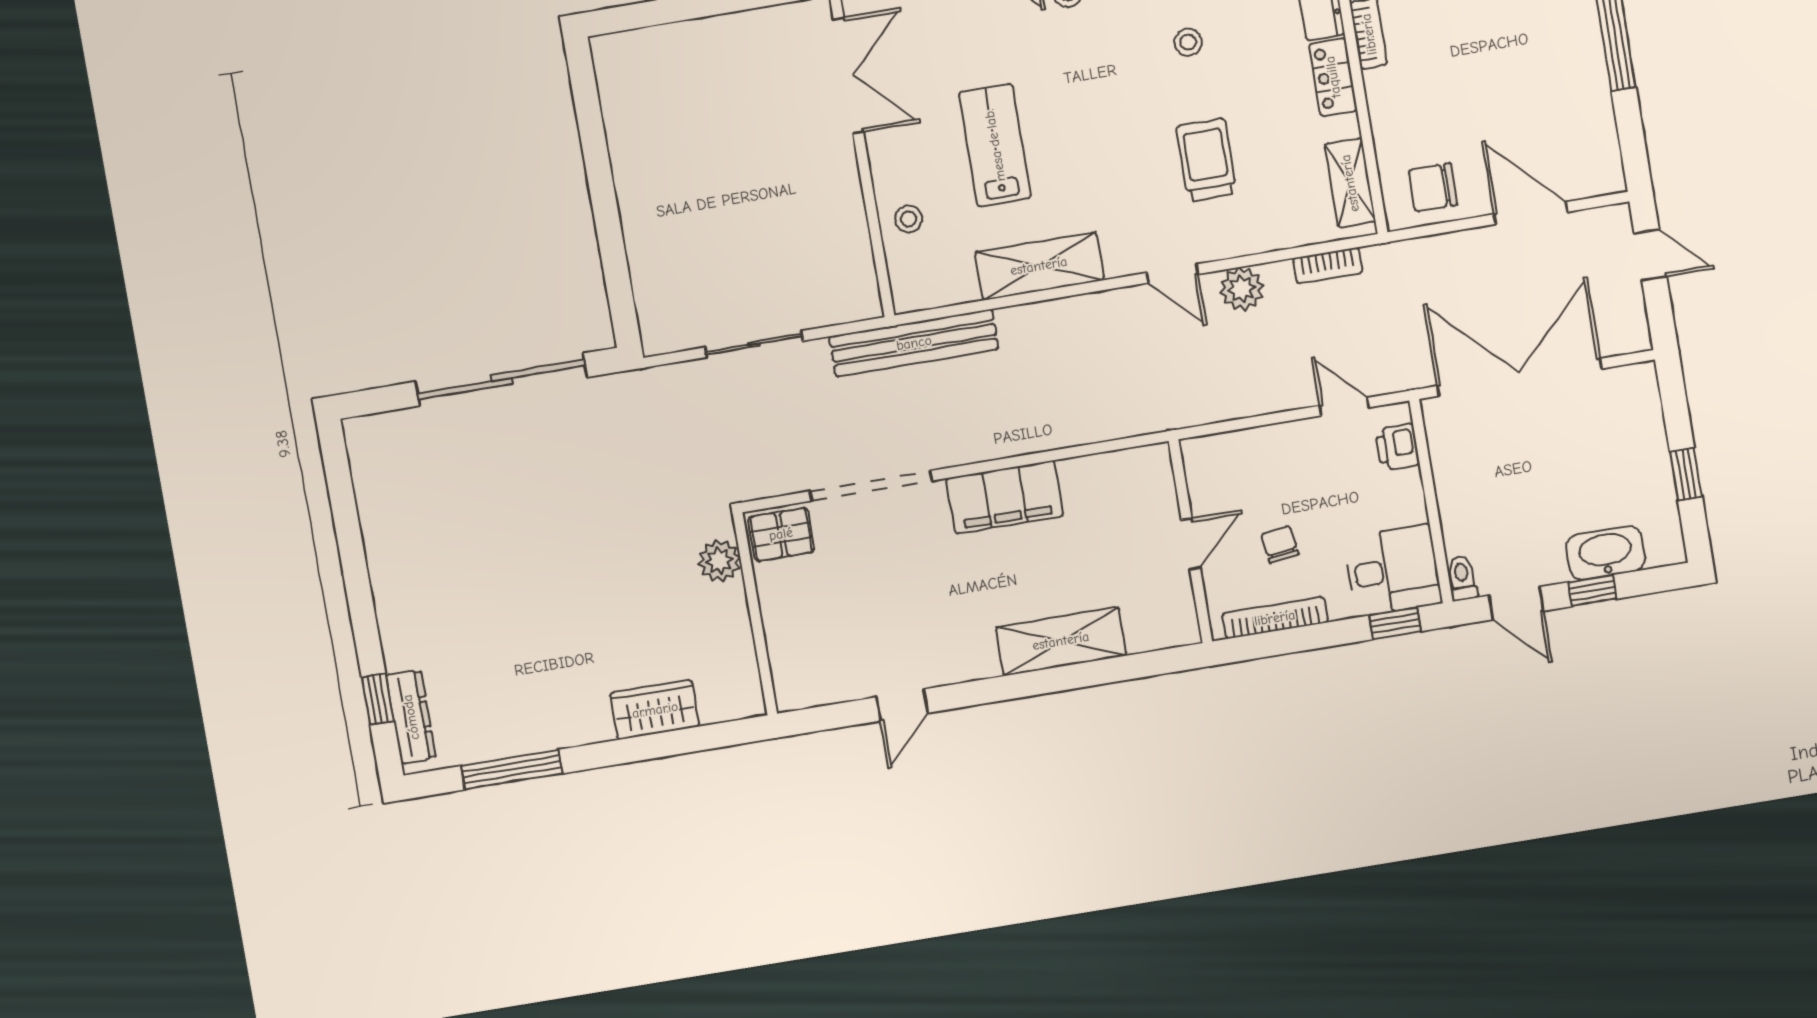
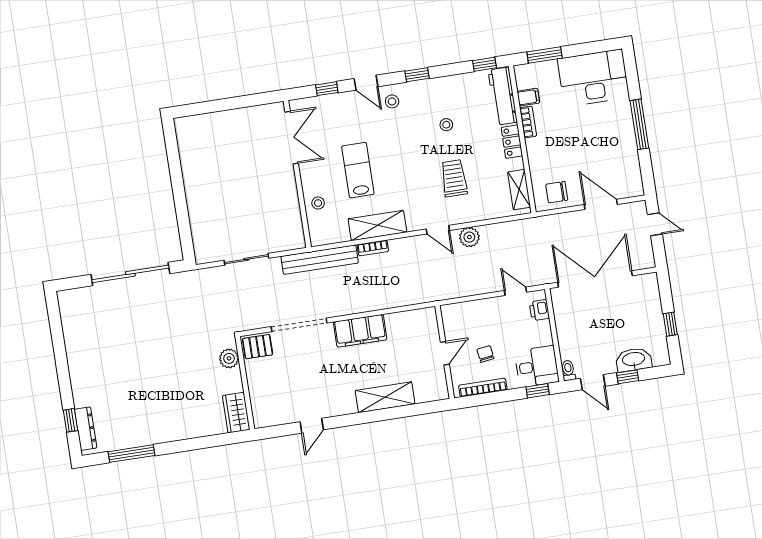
bookcase: (1328, 266) -> (373, 248), moved
wardrobe: (655, 710) -> (236, 413), moved, turned -90

